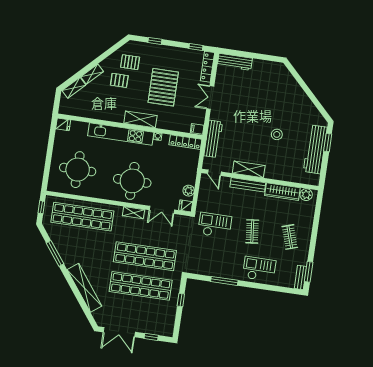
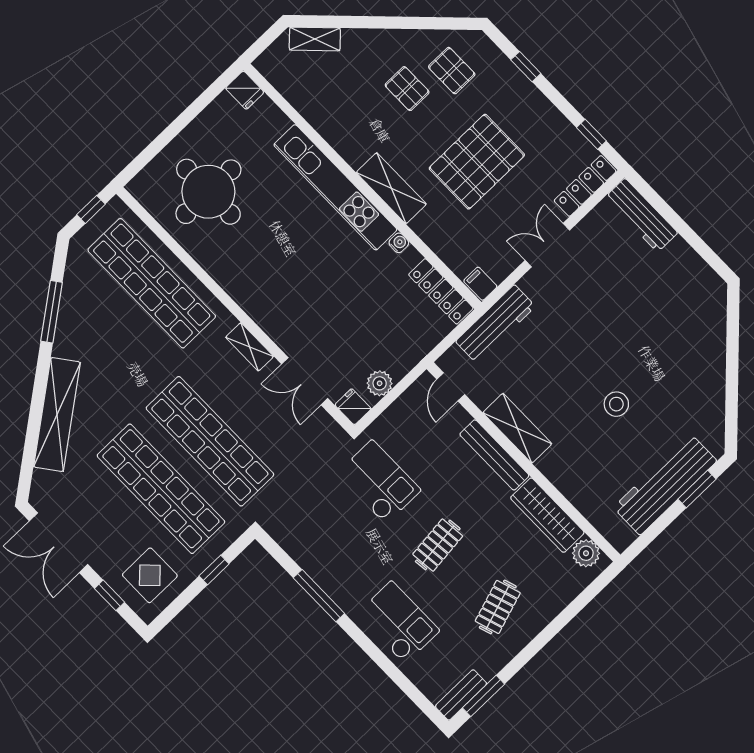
shelving: (92, 74) -> (367, 39), removed
round table: (132, 181) -> (291, 288), removed
display table: (160, 319) -> (150, 575), added

